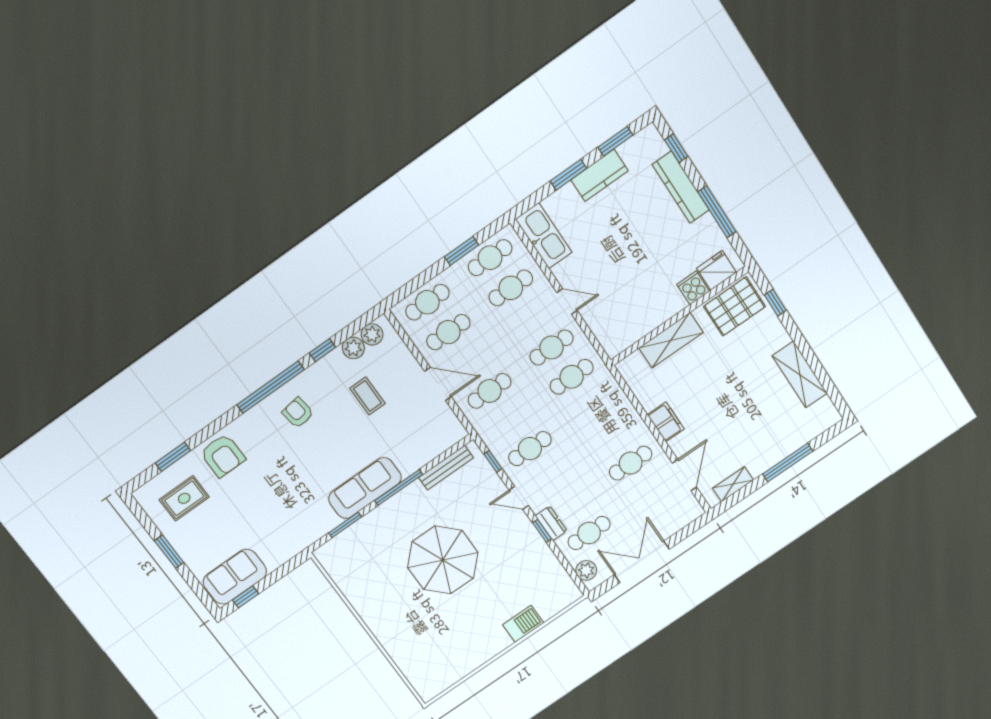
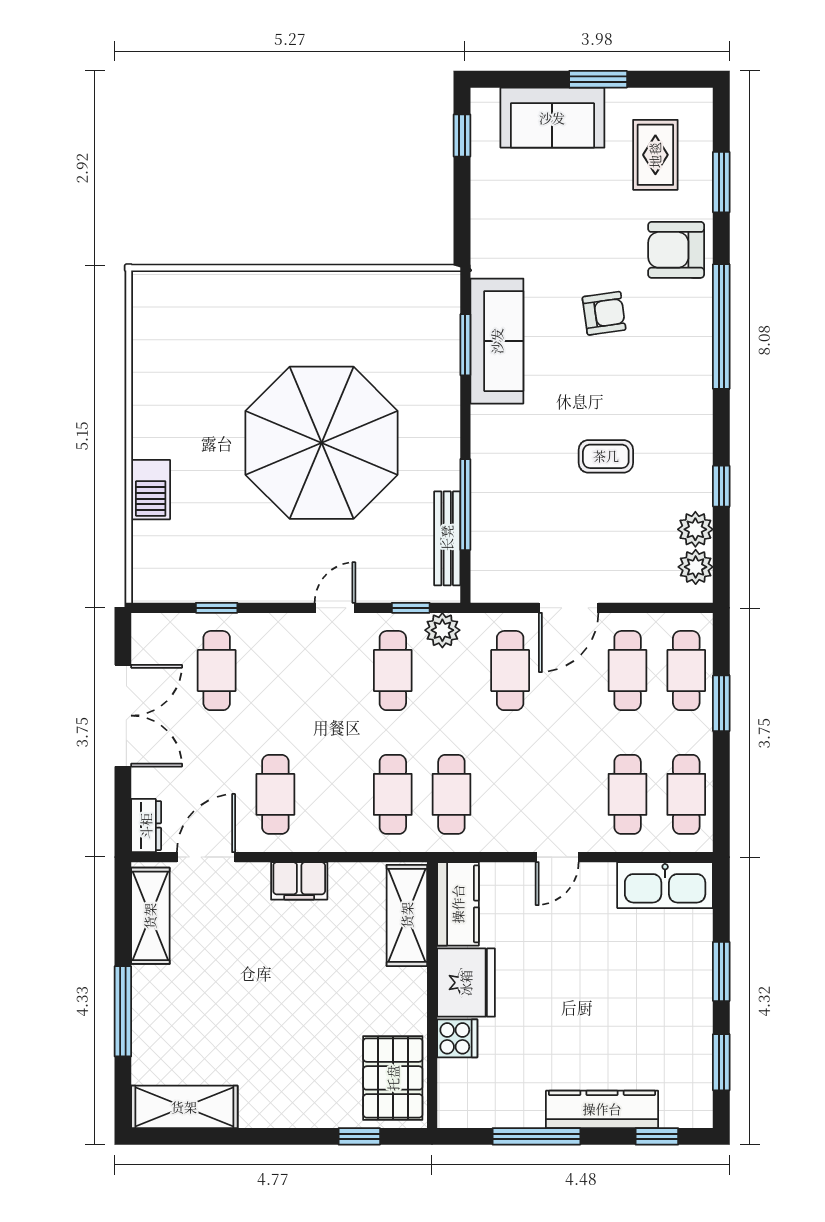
kitchen counter: (600, 175) -> (458, 904), moved, turned 180
window: (462, 251) -> (721, 703), moved
fridge: (716, 270) -> (466, 983), moved, width x1.36, depth x1.34
shelving: (671, 340) -> (407, 915), moved
cafe table: (552, 347) -> (393, 794), moved
shelving: (800, 375) -> (184, 1107), moved
window: (271, 387) -> (721, 327), moved
coffee table: (367, 396) -> (606, 456), moved
armchair: (298, 413) -> (604, 313), moved
door: (684, 475) -> (206, 857), swing flipped
shelving: (733, 484) -> (150, 916), width x1.50, depth x1.33
window: (399, 487) -> (465, 505), moved
sofa: (365, 488) -> (497, 341), moved
dresser: (551, 523) -> (146, 826), moved, turned -90
window: (542, 531) -> (217, 608), moved
parasol: (443, 560) -> (322, 443), width x1.36, depth x1.36
plant: (586, 570) -> (442, 630), moved
sofa: (235, 577) -> (552, 118), moved, turned 90

